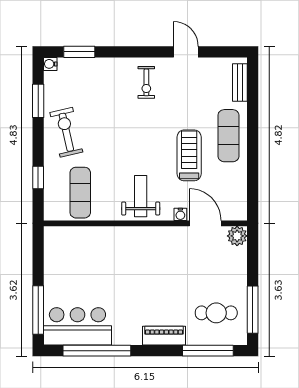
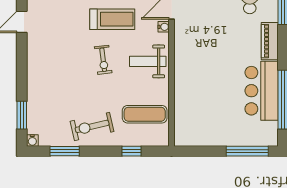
exercise bike: (146, 82) -> (103, 60), moved, turned 83
treadmill: (189, 155) -> (112, 19), turned 180
bar counter: (77, 326) -> (262, 91), moved

